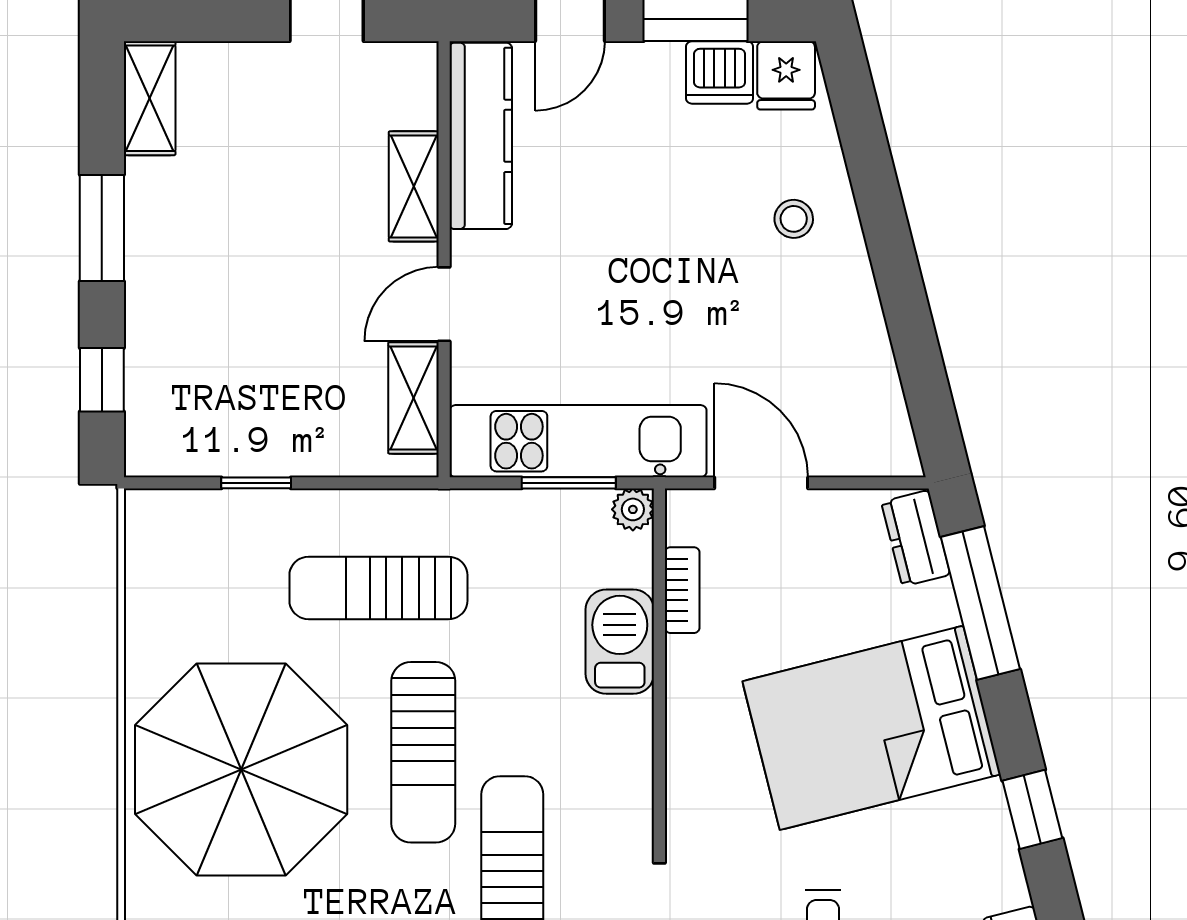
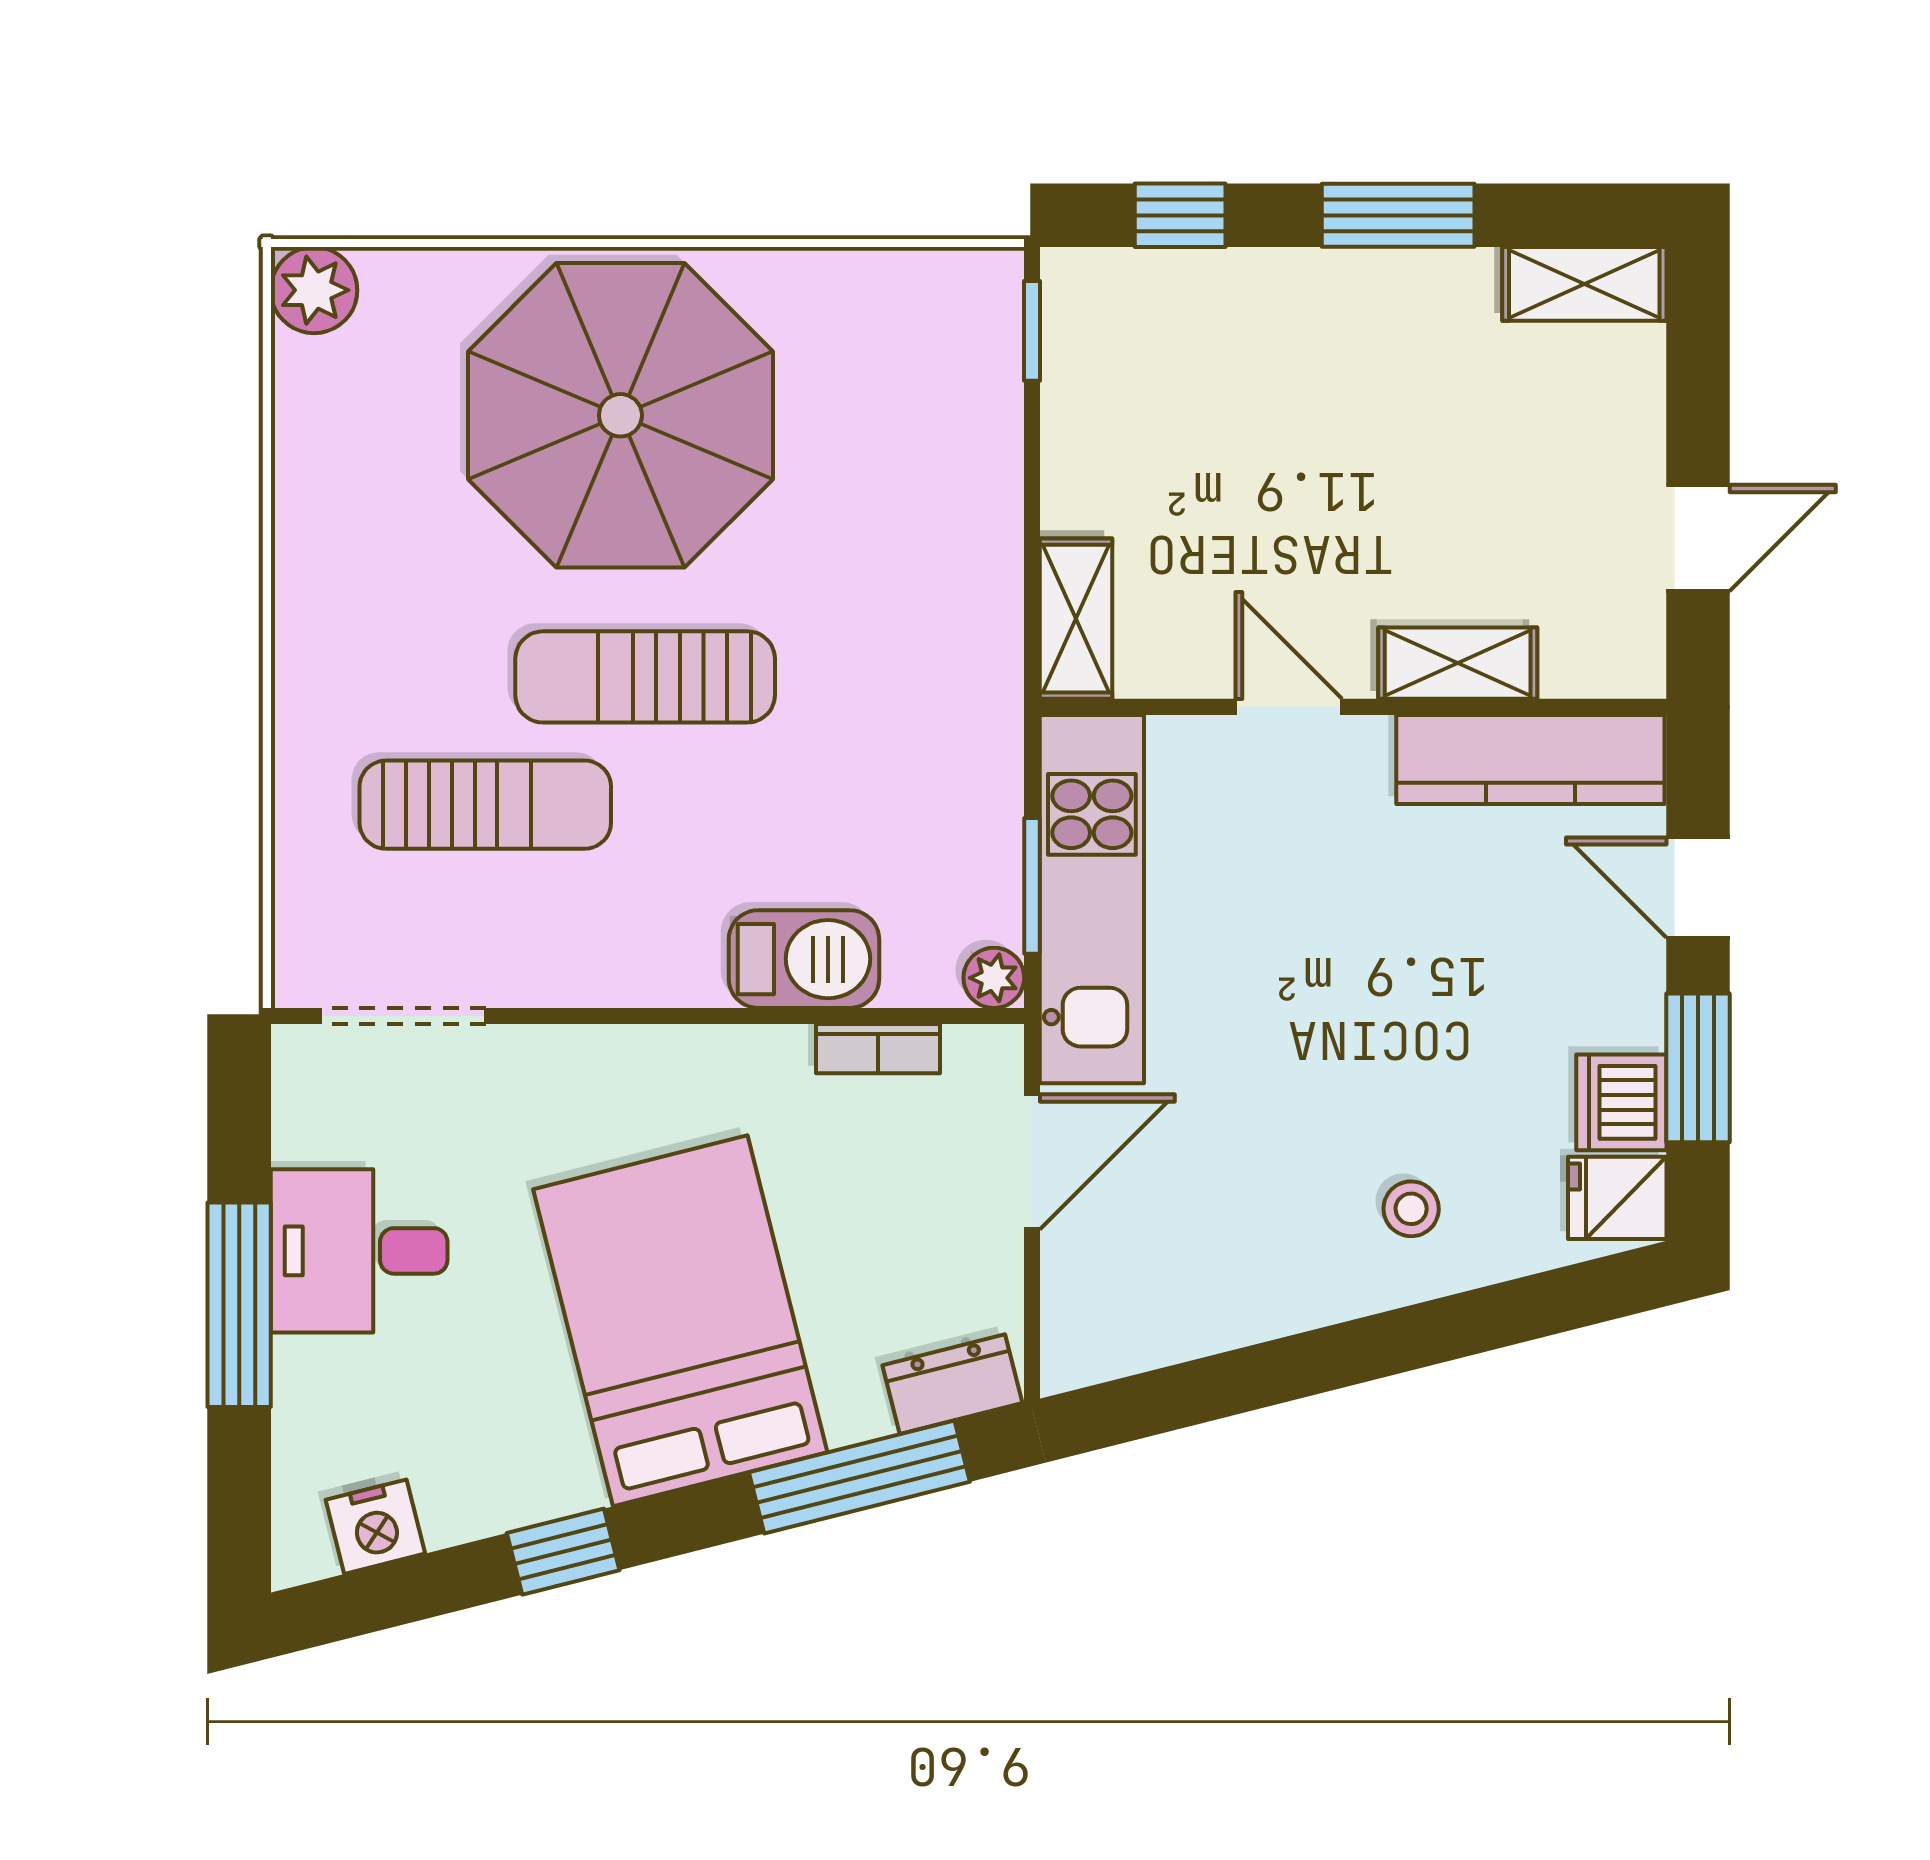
shelving: (413, 398) -> (1076, 619), moved, turned 90
window: (256, 483) -> (1032, 331), moved
sun lounger: (378, 588) -> (881, 612), removed

